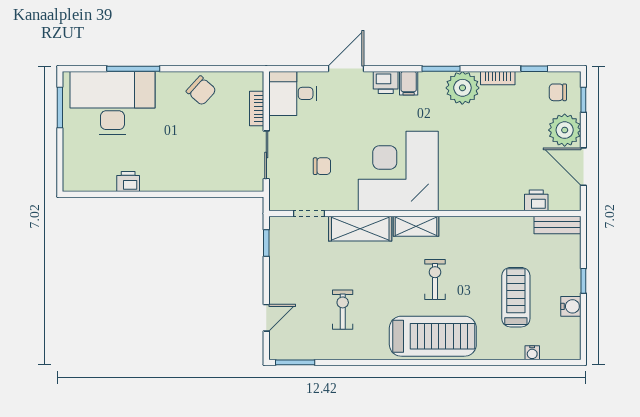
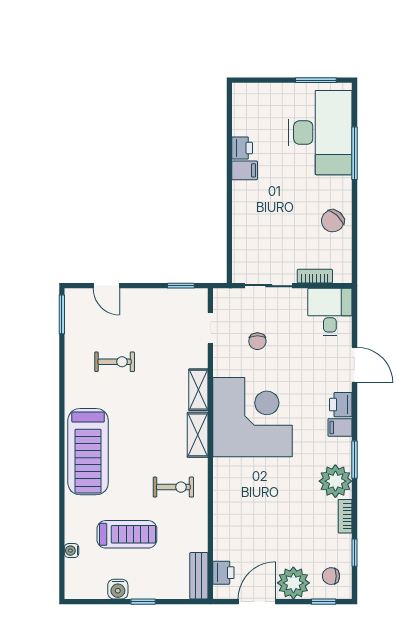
chair: (558, 92) -> (331, 576), turned -90
filing cabinet: (151, 179) -> (245, 170), added
printer: (536, 200) -> (223, 573), moved
shelving: (360, 229) -> (198, 390), width x0.67, depth x0.75
exercise bike: (435, 279) -> (173, 487), moved

